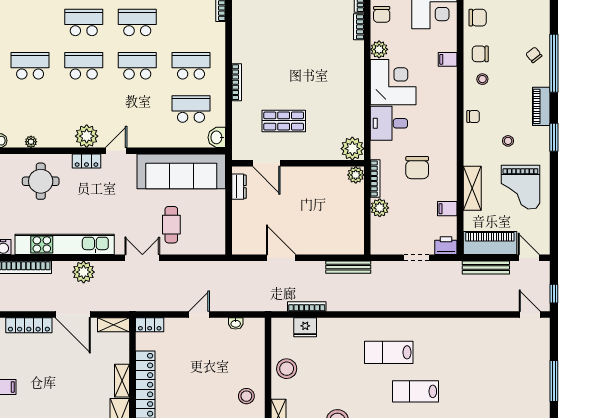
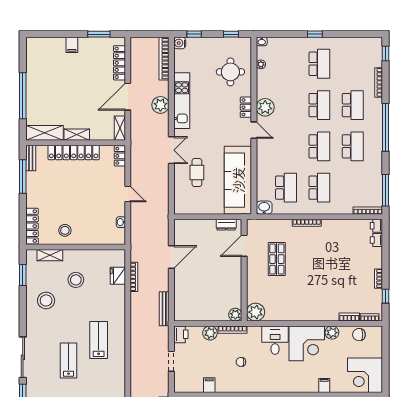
chair: (417, 168) -> (241, 362), width x0.54, depth x0.54
cafe table: (171, 225) -> (197, 173), turned 90
kitchen unit: (65, 244) -> (182, 101), width x0.73
printer: (446, 246) -> (181, 334), moved
stool: (287, 369) -> (76, 280), moved

